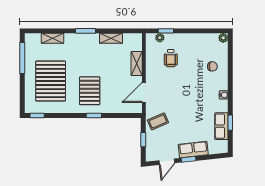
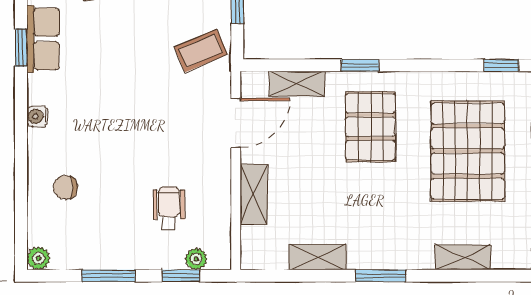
window: (195, 31) -> (108, 276), added
shelving: (119, 108) -> (297, 84), added

